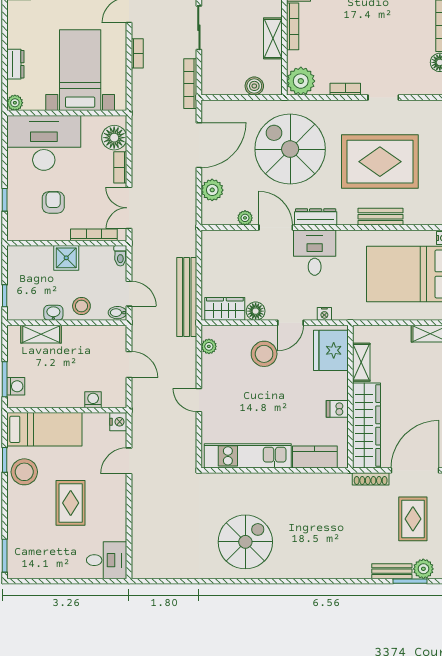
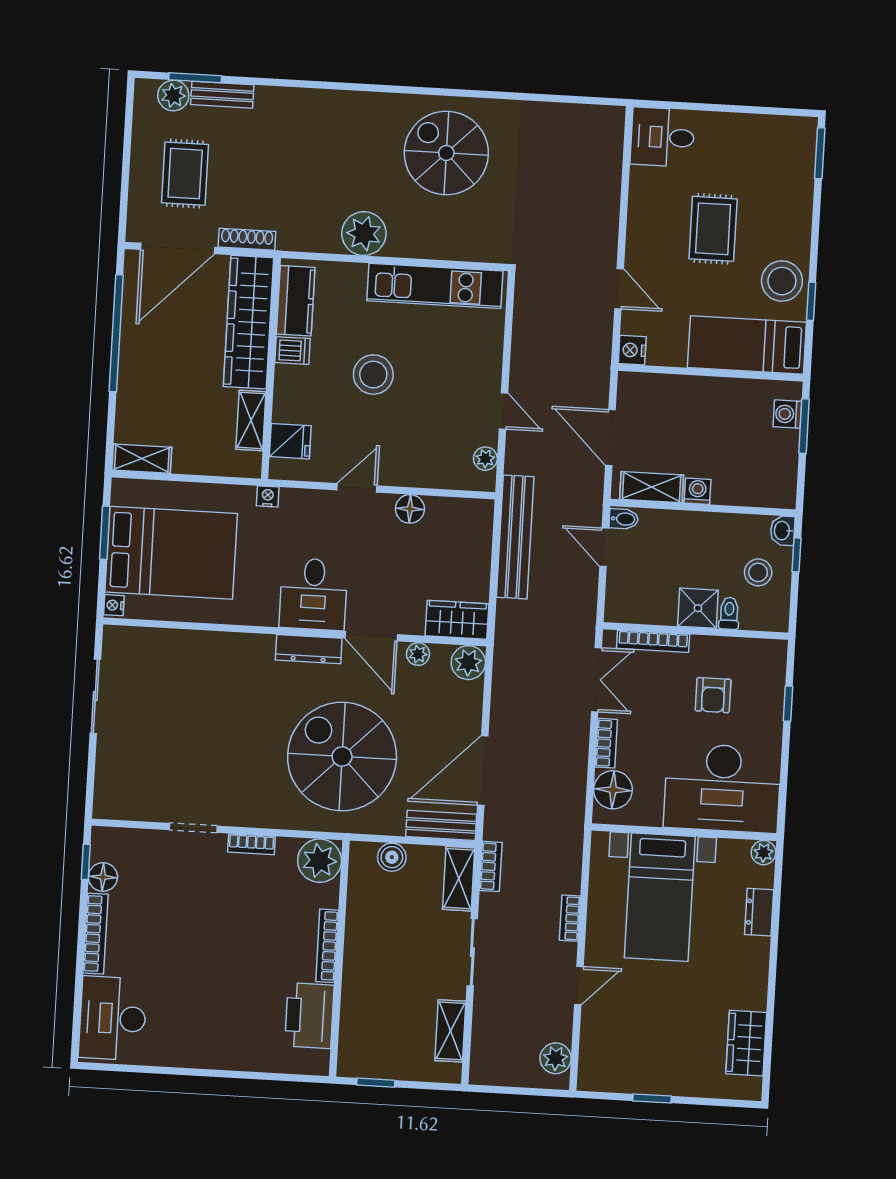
shelving: (273, 38) -> (459, 879), moved
bookcase: (190, 84) -> (491, 866), width x0.64
spiral stairs: (290, 149) -> (342, 756), turned 180
rug: (380, 162) -> (204, 729), removed
plant: (212, 190) -> (468, 663), moved
bench: (380, 217) -> (441, 825), moved
toilet: (120, 256) -> (729, 613), moved
stool: (81, 306) -> (758, 572), moved
wardrobe: (225, 309) -> (457, 620), moved, turned 180
washbasin: (53, 313) -> (783, 531), moved, turned 90
nightstand: (324, 314) -> (268, 496), moved
shelving: (41, 334) -> (652, 487), moved
fridge: (331, 350) -> (290, 441), width x0.53, depth x0.75
stool: (264, 354) -> (373, 375), moved
door: (129, 365) -> (610, 438), width x1.37
washing machine: (93, 400) -> (698, 491), moved, turned 180
door: (199, 400) -> (503, 411), moved
kitchen counter: (315, 457) -> (296, 301), moved, turned -90
door: (129, 461) -> (619, 289), hinge flipped
plant: (295, 487) -> (364, 234), added
spiral stairs: (245, 542) -> (446, 153), turned 90

